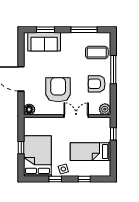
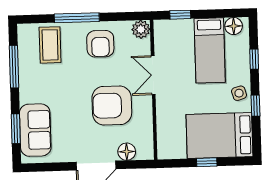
floor lamp: (29, 110) -> (127, 152), moved
floor lamp: (105, 167) -> (234, 26), added

